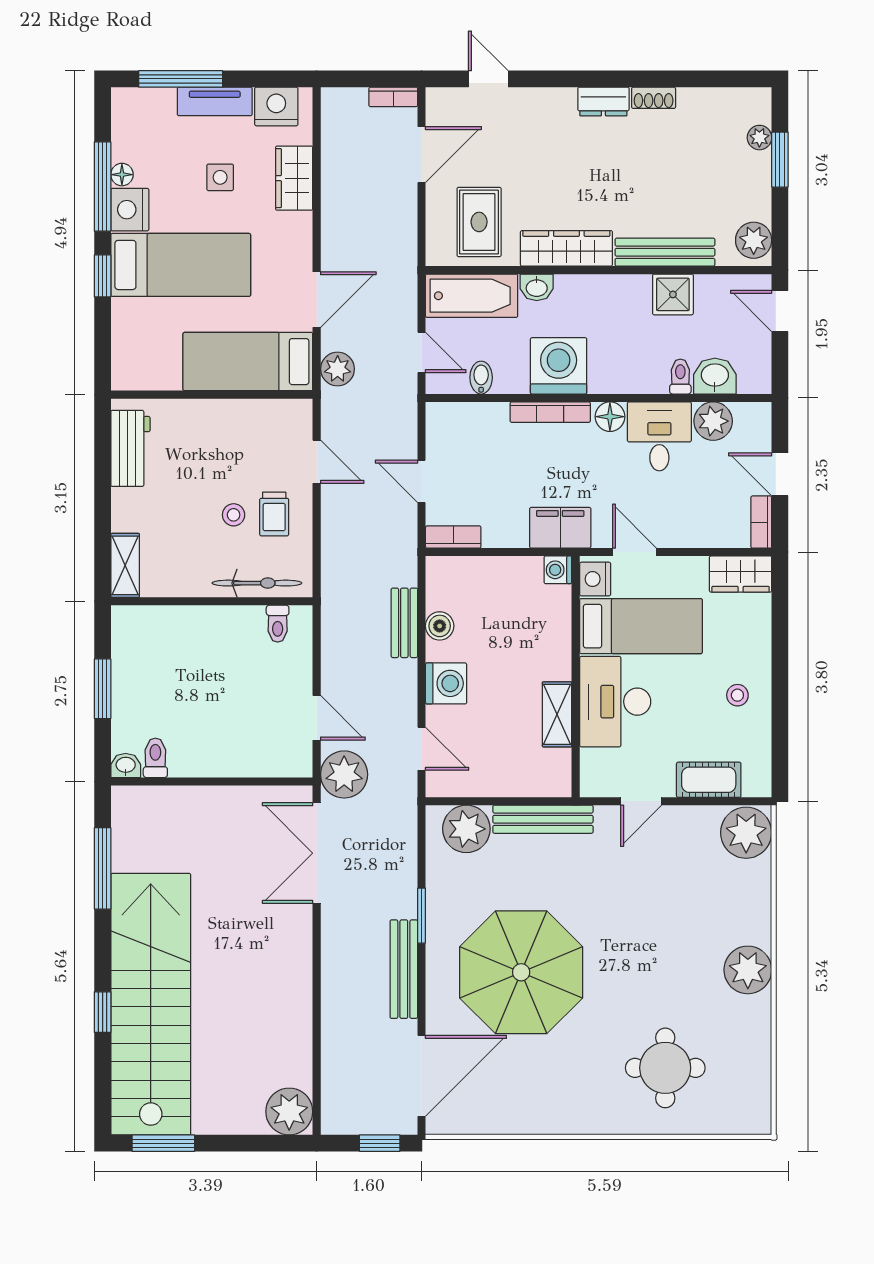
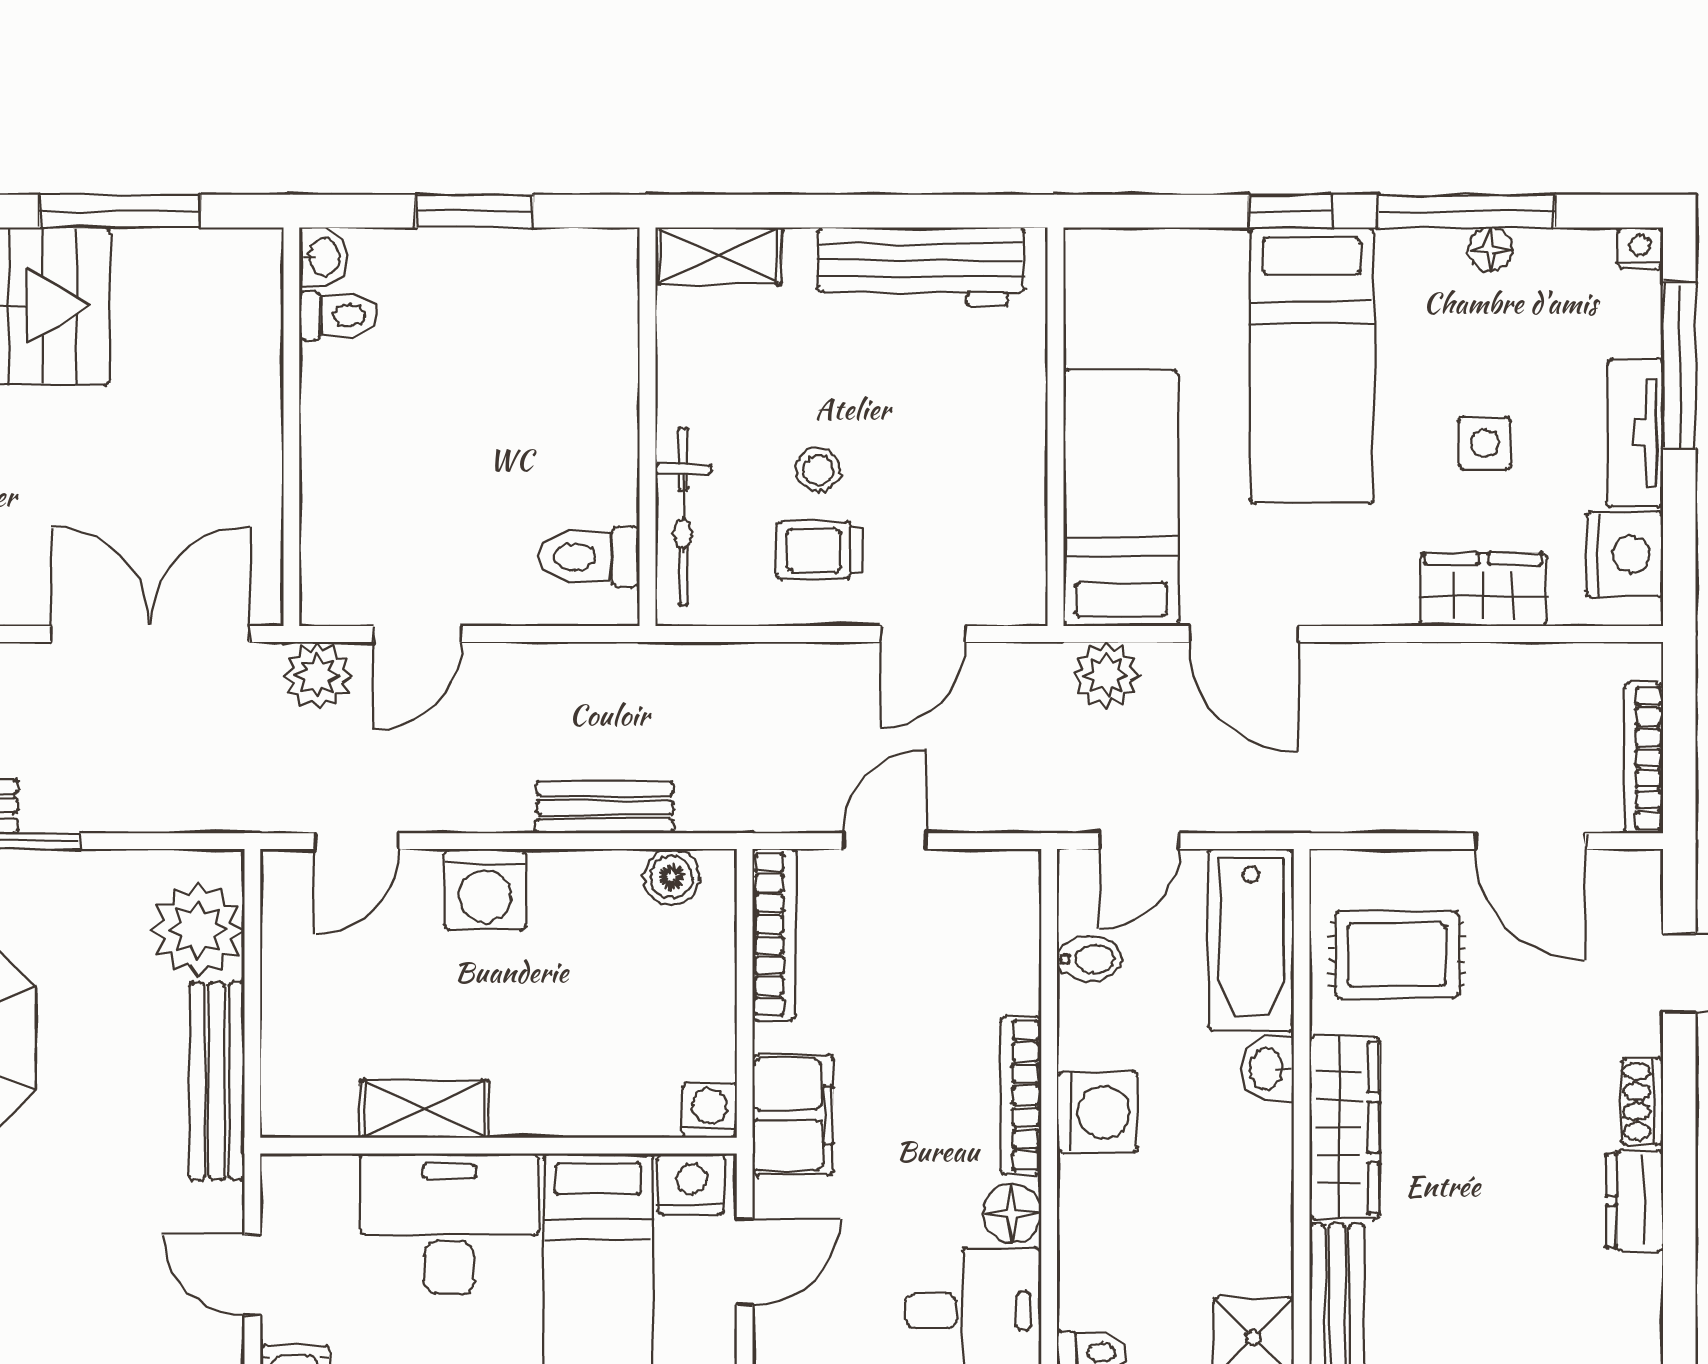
bookcase: (393, 97) -> (1644, 758), width x1.56
shoe rack: (654, 98) -> (1642, 1101), moved
nightstand: (130, 210) -> (1640, 248), moved, width x0.53, depth x0.56
washing machine: (559, 366) -> (1097, 1112), width x0.73, depth x0.73
workbench: (130, 448) -> (921, 266), width x1.37
bookcase: (453, 537) -> (774, 935), width x1.56
toilet: (278, 624) -> (589, 557), width x1.37, depth x1.39
boiler: (440, 626) -> (672, 877), moved
plant: (344, 774) -> (318, 676), width x0.73, depth x0.73

